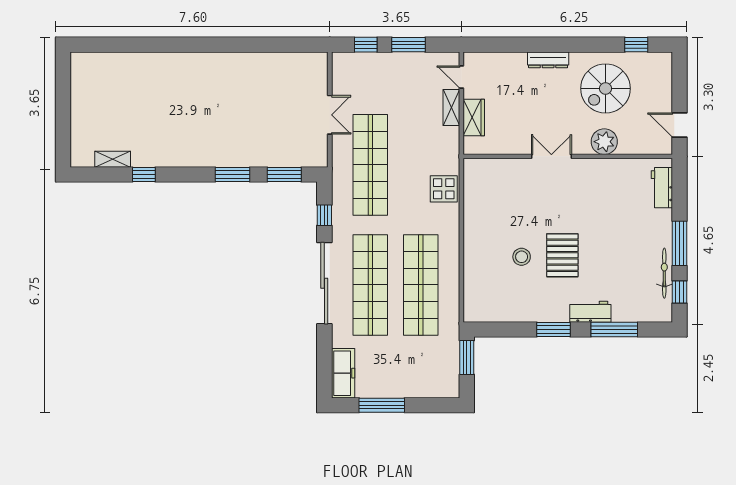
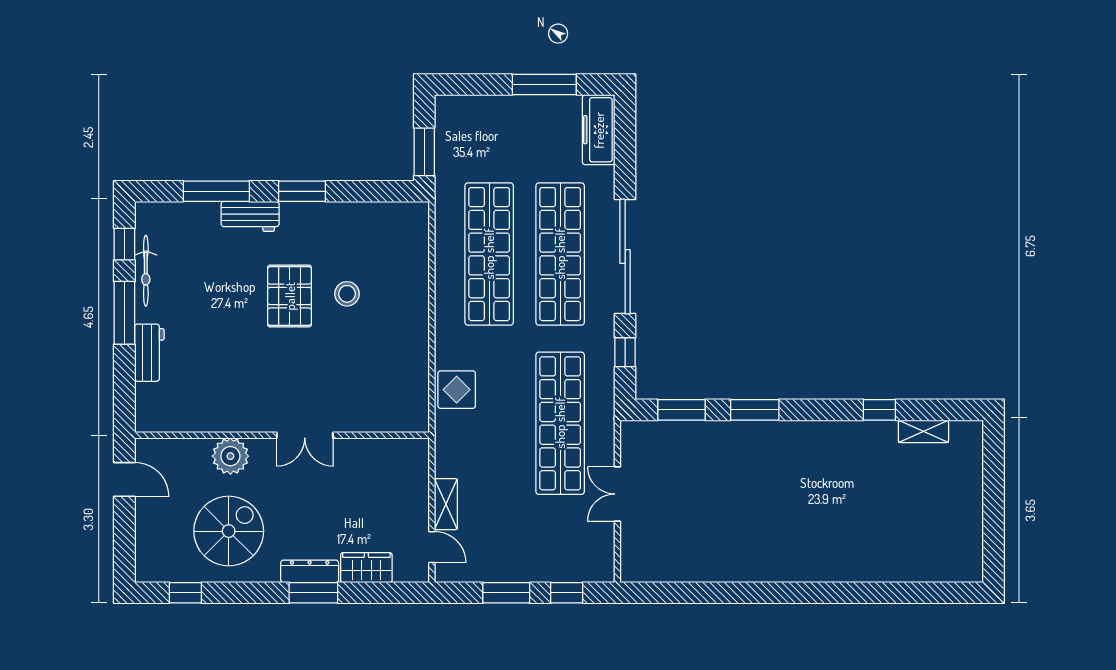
window: (545, 45) -> (313, 593), added
wardrobe: (474, 118) -> (366, 568), moved, turned 90
workbench: (662, 188) -> (149, 353), moved

